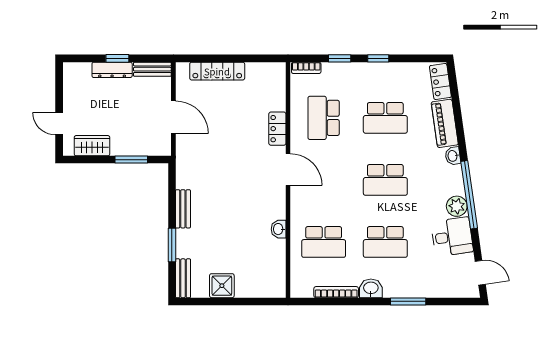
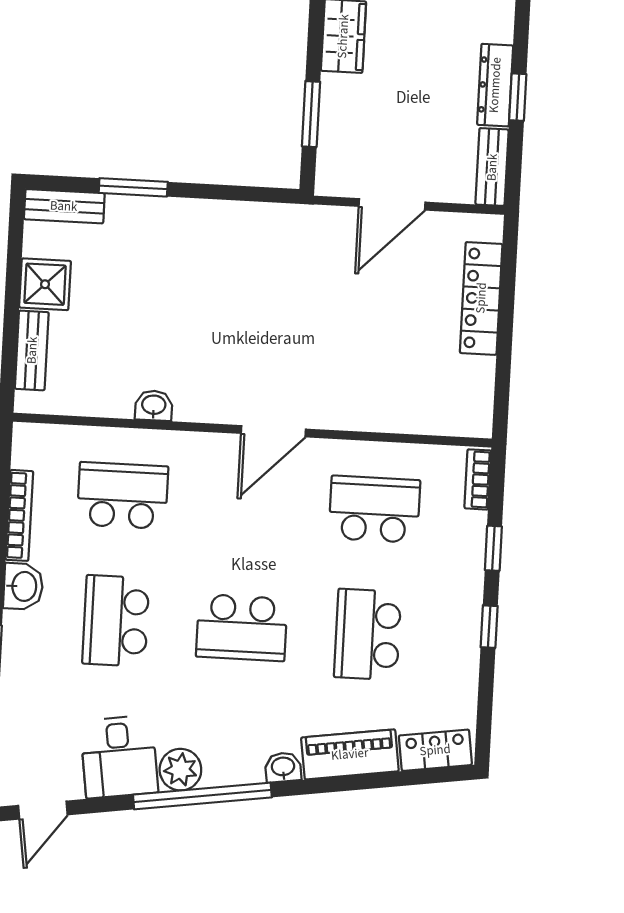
locker: (277, 129) -> (358, 414), removed
school desk: (385, 180) -> (242, 628), turned -90
bench: (183, 209) -> (32, 350), moved, turned 90
school desk: (324, 242) -> (123, 496), turned 90

